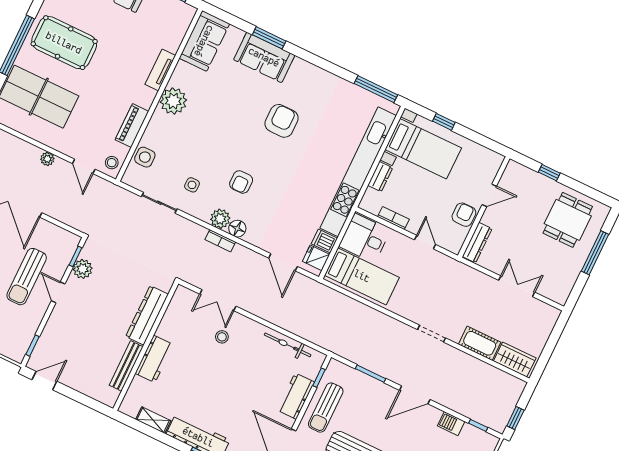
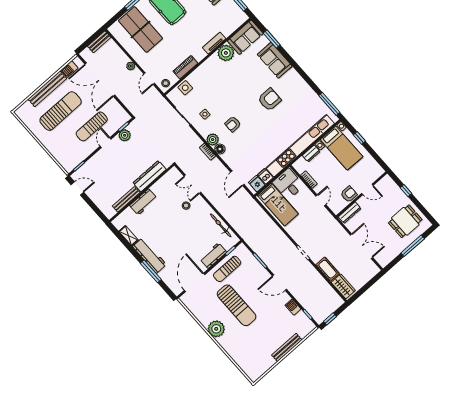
window: (269, 38) -> (272, 39), moved
plant: (173, 101) -> (226, 53), moved
double door: (517, 286) -> (361, 246), width x1.37

